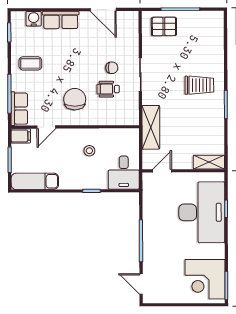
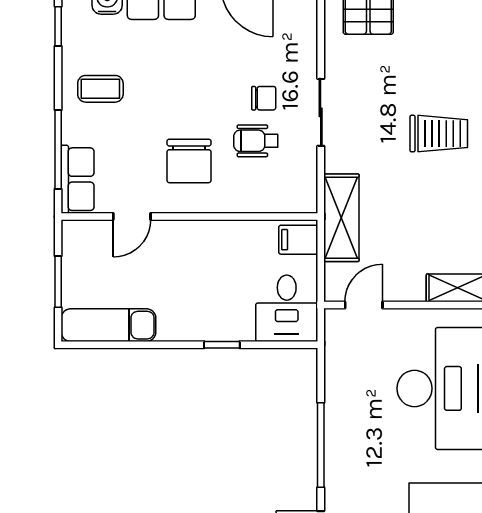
chair: (75, 99) -> (189, 161), turned 180
filing cabinet: (21, 136) -> (298, 240), moved, turned 180
stool: (89, 151) -> (218, 264), removed

